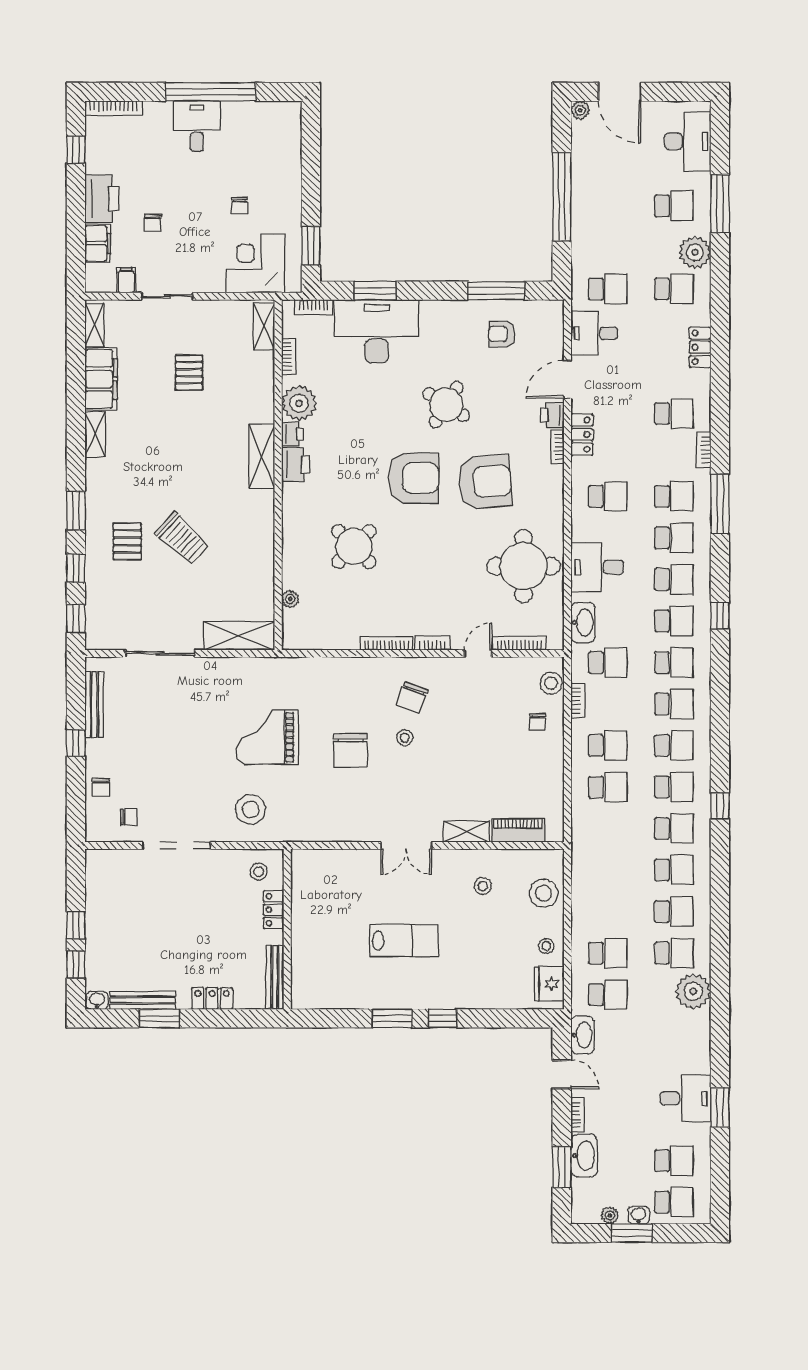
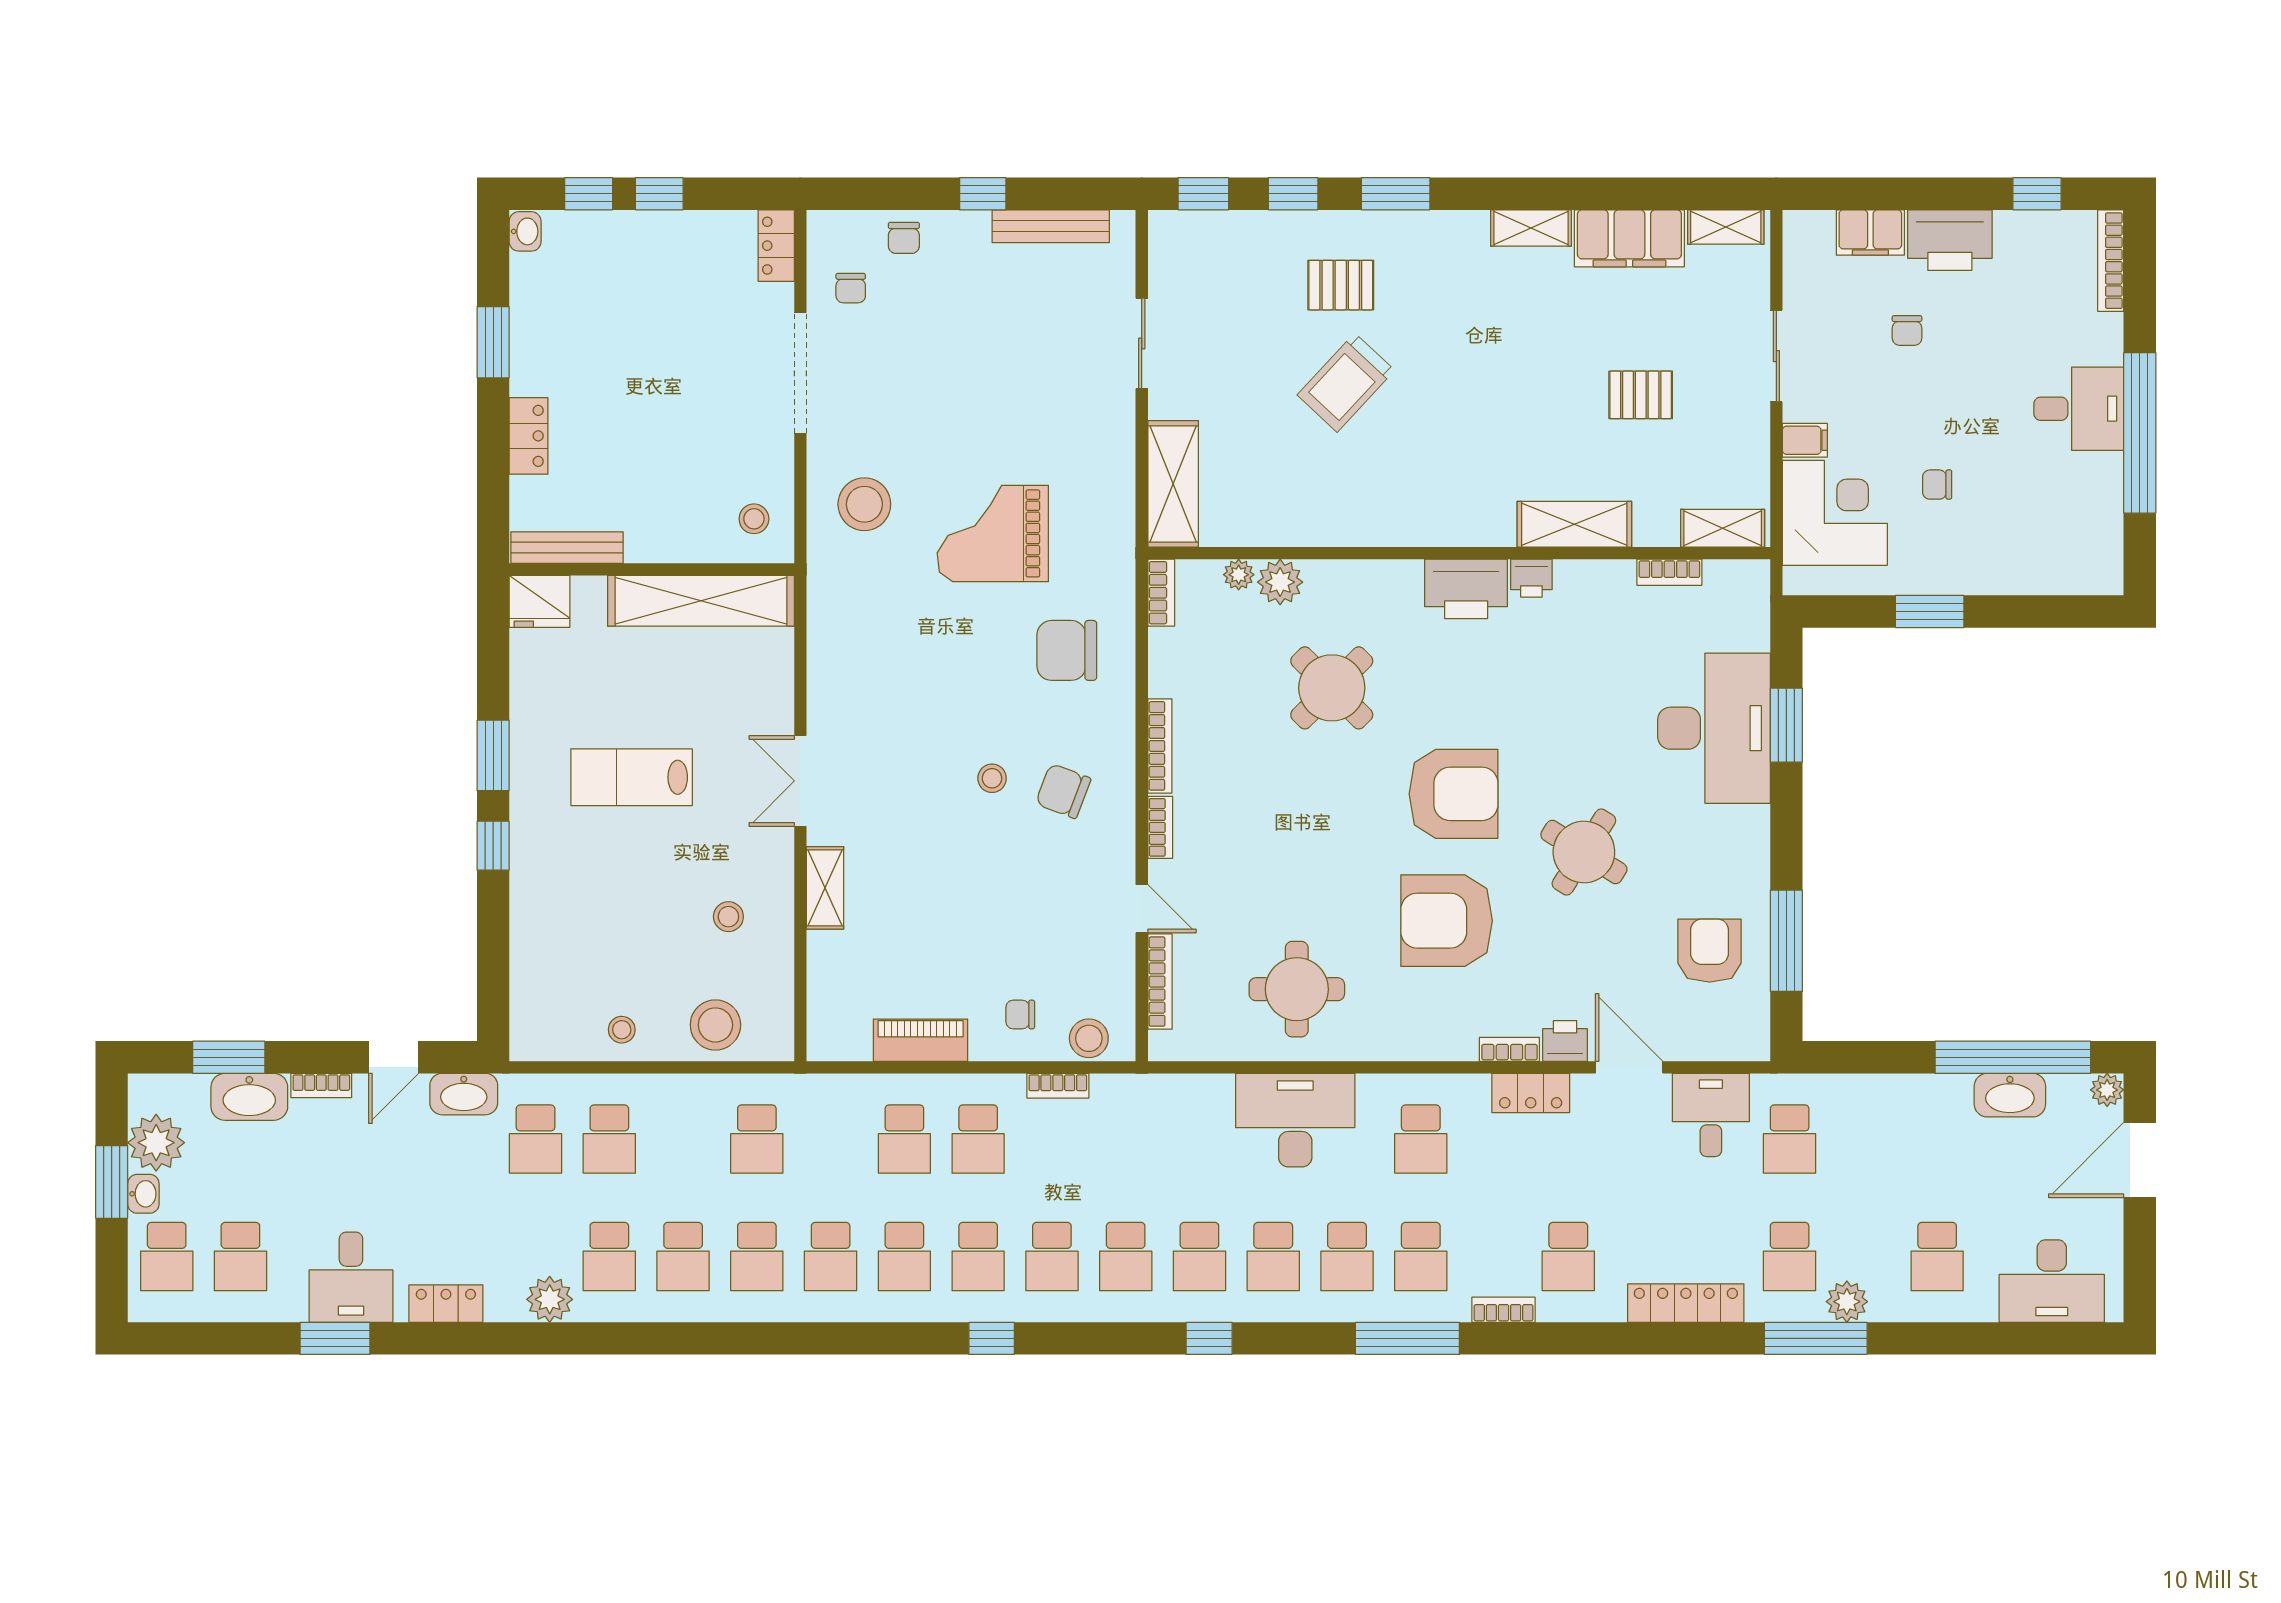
window: (562, 197) -> (2013, 1057), moved
window: (720, 204) -> (1816, 1338), moved
chair: (153, 223) -> (1907, 330), turned -90
window: (311, 246) -> (1930, 611), moved
plant: (695, 252) -> (1847, 1302), width x0.73, depth x0.73
filing cabinet: (126, 280) -> (1805, 440), moved
bookcase: (314, 307) -> (1161, 593), moved, turned 180
armchair: (502, 334) -> (1710, 951), width x1.38, depth x1.38
locker: (700, 347) -> (1686, 1303), width x1.53
plant: (299, 403) -> (1280, 582), moved, width x0.73, depth x0.73
shelving: (262, 456) -> (1574, 524), moved
printer: (296, 465) -> (1466, 589), width x1.37, depth x1.19
armchair: (414, 478) -> (1454, 794), turned -90
armchair: (485, 482) -> (1447, 921), turned 95
round table: (523, 566) -> (1297, 989), width x0.73, depth x0.73
desk: (597, 567) -> (1295, 1120), width x1.37
washbasin: (583, 622) -> (2010, 1095), moved
sliding door: (160, 653) -> (1142, 343), width x0.73
school desk: (608, 662) -> (757, 1139), moved
grand piano: (267, 737) -> (993, 533), turned -90
chair: (350, 751) -> (1067, 650), moved
chair: (101, 787) -> (904, 238), turned -90
window: (720, 806) -> (992, 1338), moved
piano: (518, 830) -> (921, 1040), moved, turned -90
shelving: (305, 901) -> (701, 601), added
locker: (274, 910) -> (776, 246), moved, turned -90
lab bench: (404, 940) -> (632, 777), turned 90
fridge: (549, 984) -> (539, 601), moved, turned 180
plant: (693, 991) -> (550, 1299), width x0.73, depth x0.73
bench: (143, 1000) -> (525, 312), removed
locker: (700, 1045) -> (446, 1304), added
plant: (610, 1216) -> (156, 1143), width x1.88, depth x1.88

